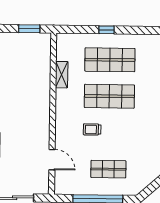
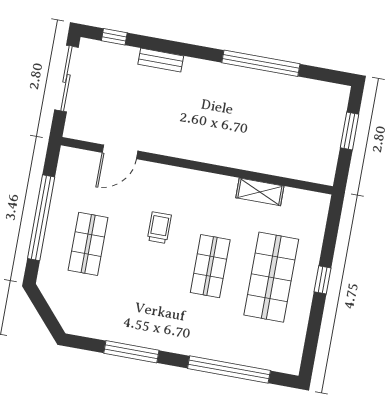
window: (29, 29) -> (350, 131), moved
shop shelf: (109, 96) -> (210, 266), width x0.70, depth x0.74

